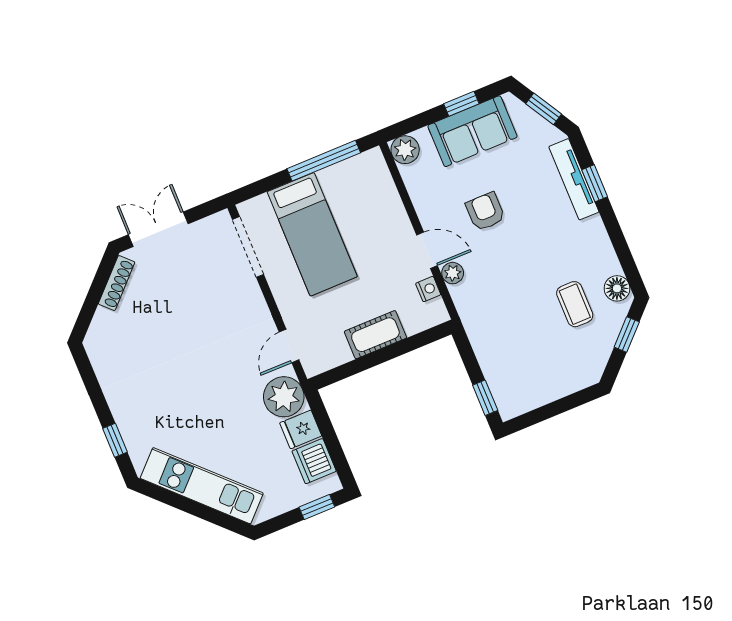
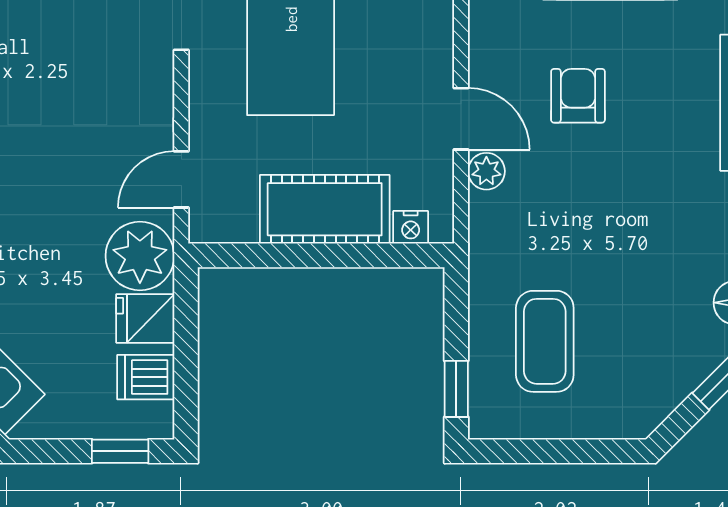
nightstand: (428, 289) -> (411, 227), moved, turned 90
coffee table: (575, 304) -> (545, 341), moved, width x1.36, depth x1.30
cot: (375, 335) -> (325, 209), width x1.37, depth x1.34
dishwasher: (314, 461) -> (146, 377), width x0.73

